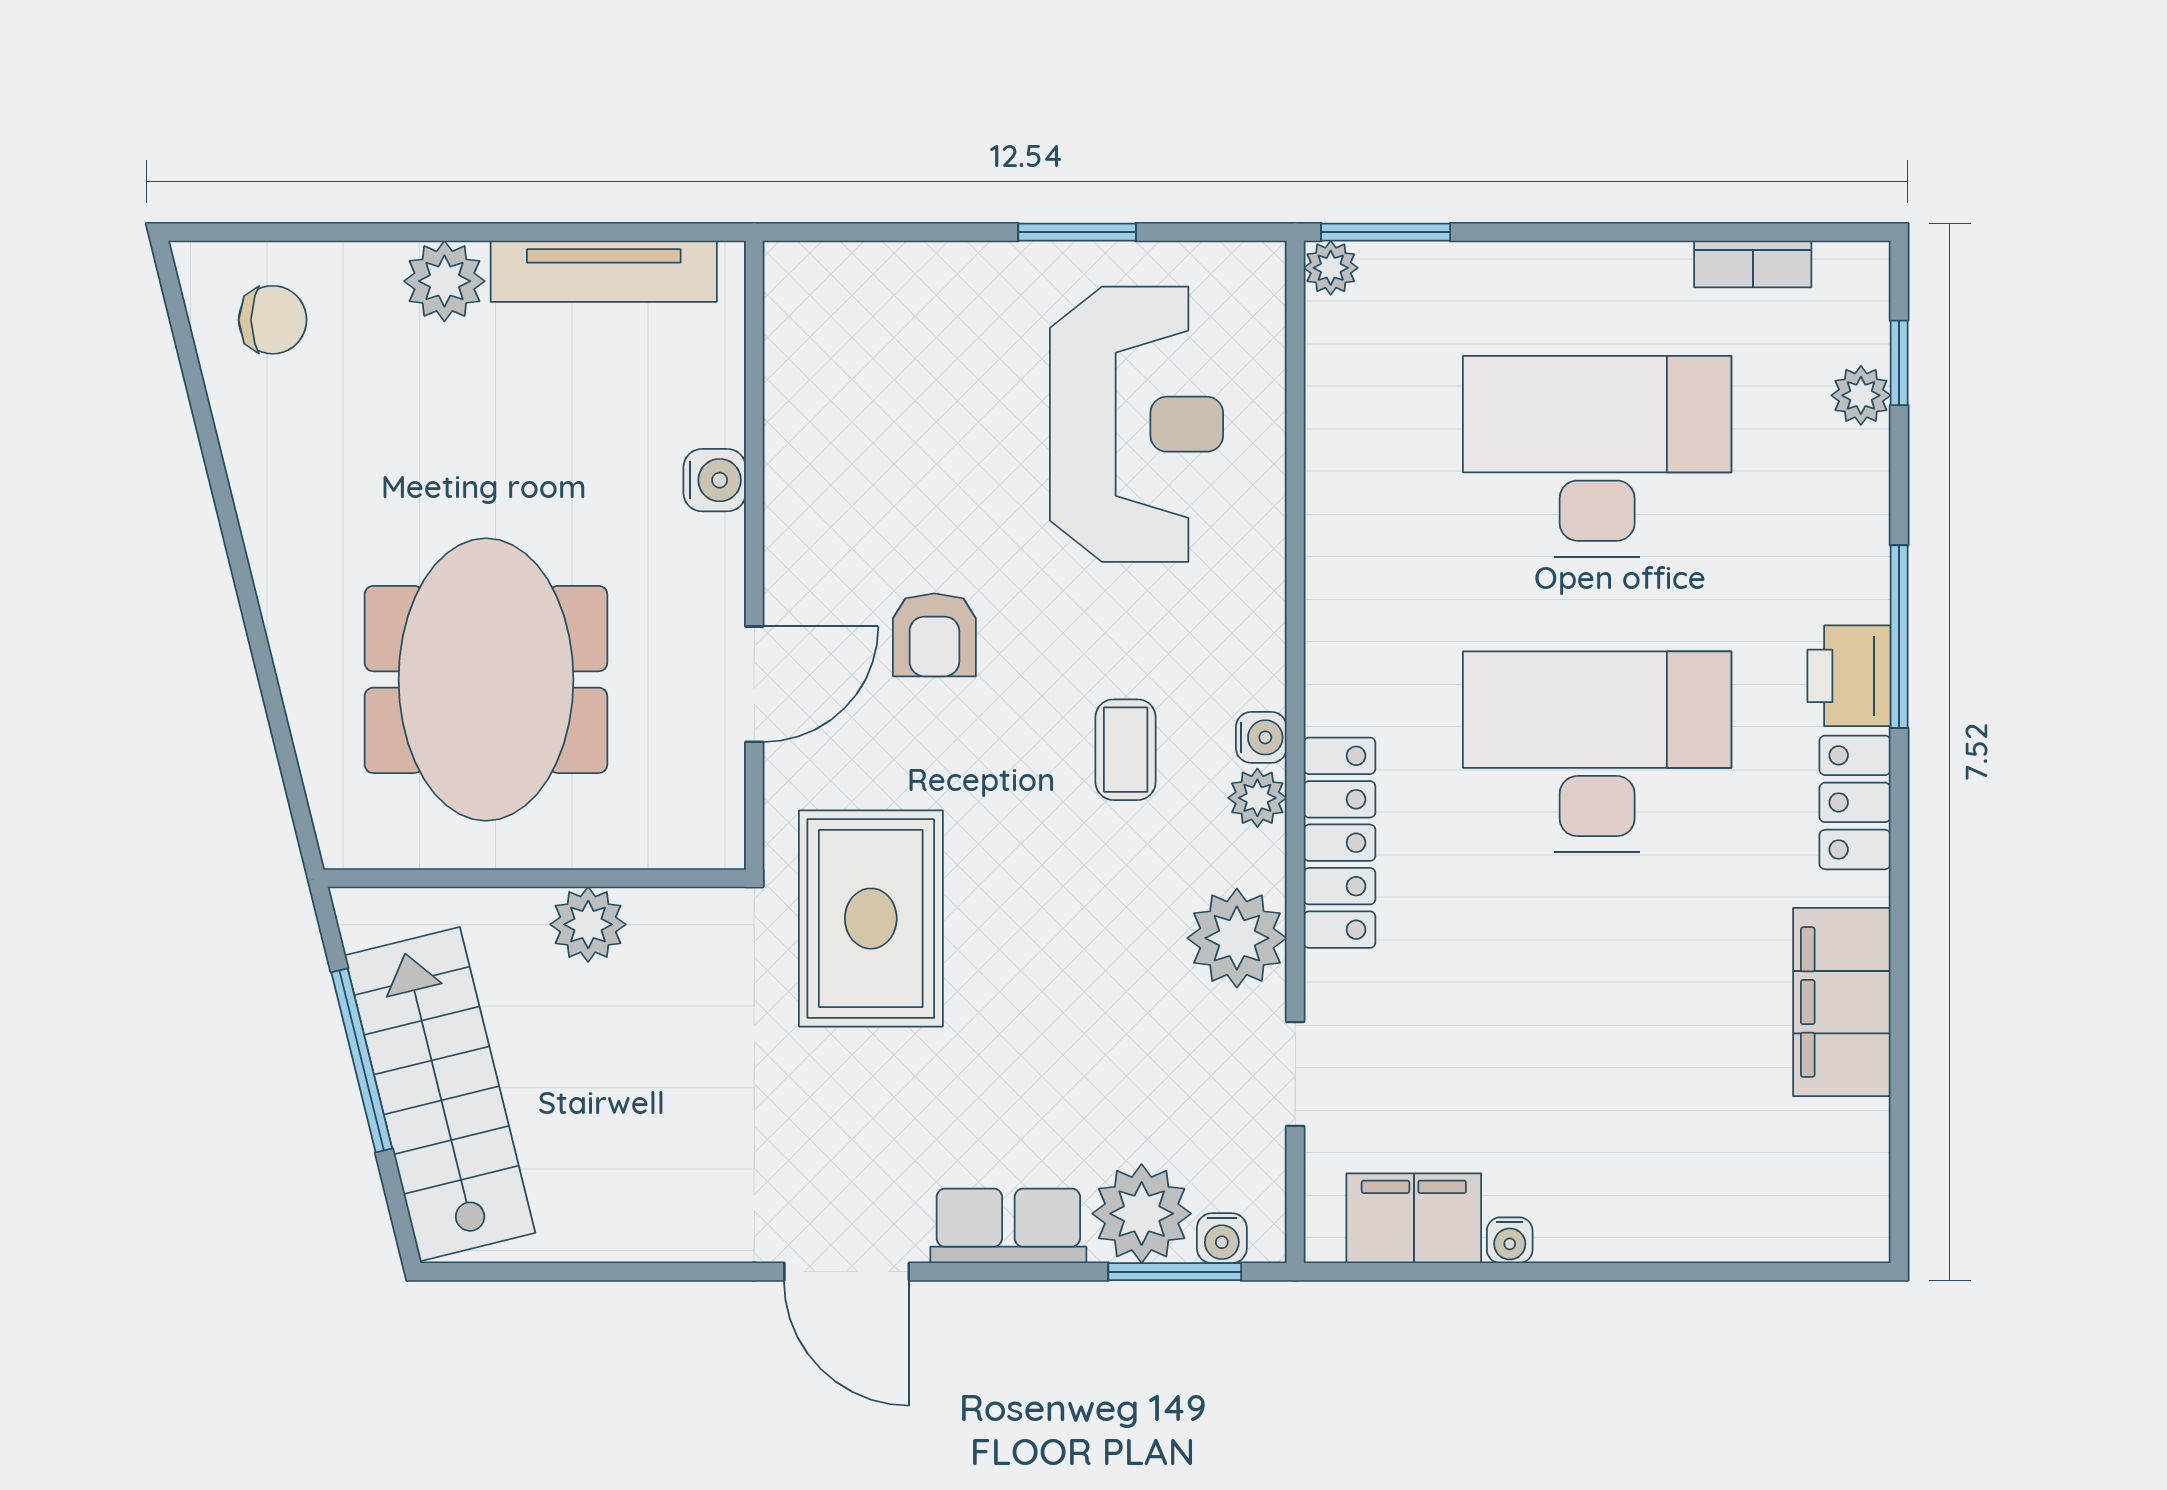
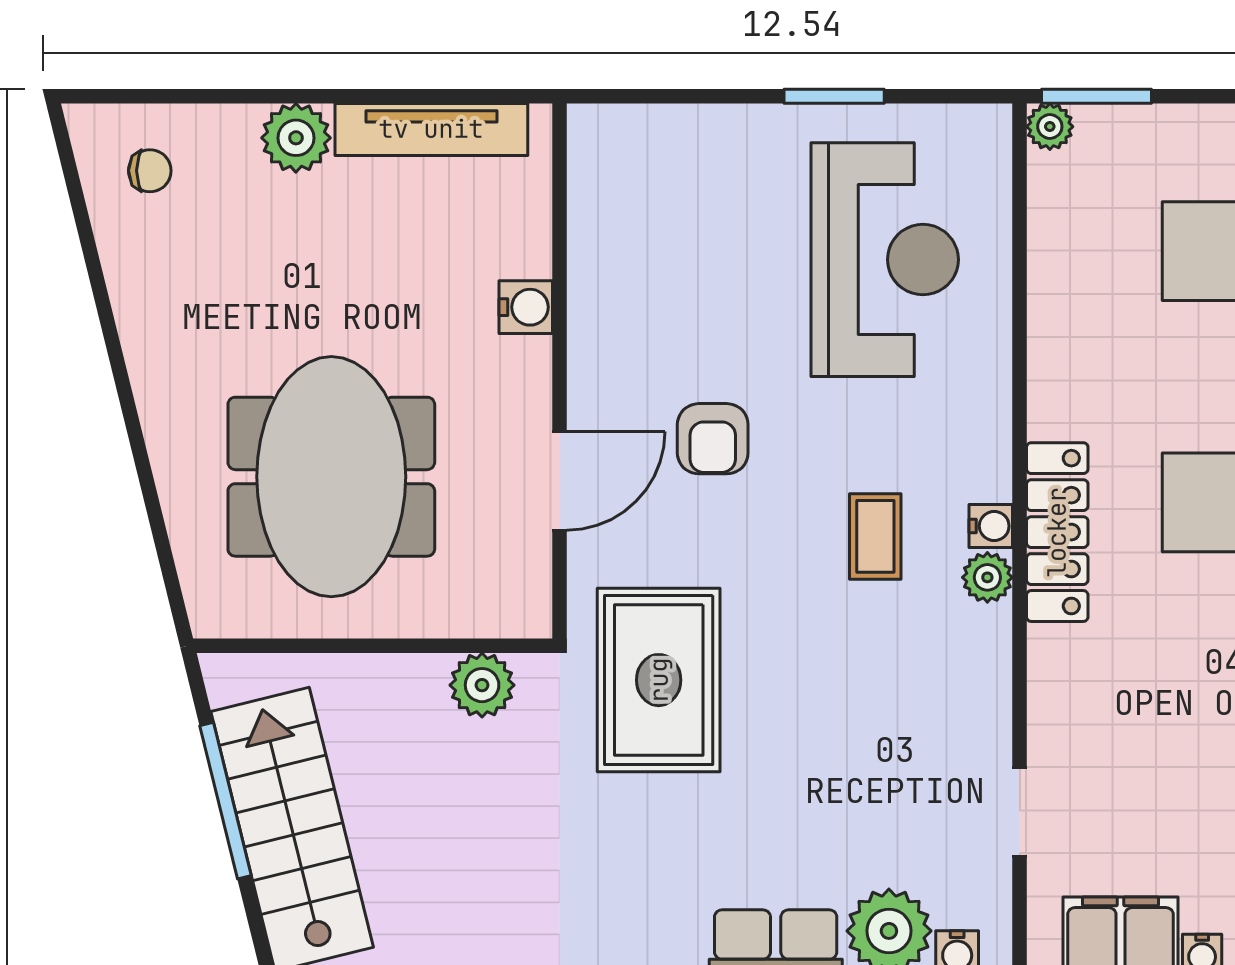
chair: (273, 320) -> (150, 171), width x0.73, depth x0.73
locker: (1339, 843) -> (1057, 532), moved
plant: (588, 924) -> (482, 685), moved
plant: (1237, 938) -> (970, 697), removed

